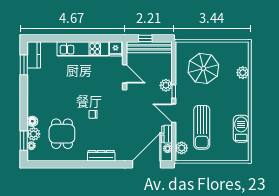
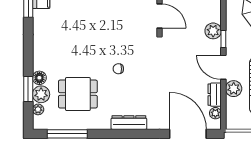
dining table: (62, 134) -> (78, 94), turned 90
window: (24, 141) -> (28, 89), moved
plant: (182, 148) -> (234, 89), moved
window: (54, 164) -> (67, 134), added
door: (146, 164) -> (188, 134), hinge flipped

